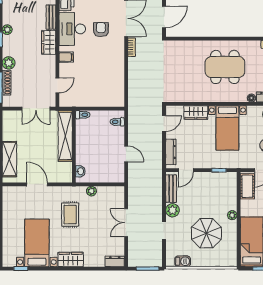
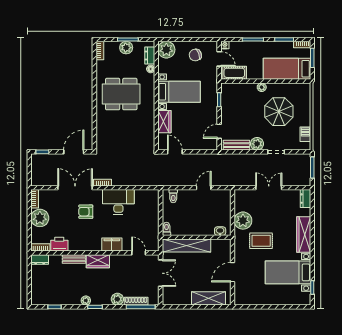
door: (164, 17) -> (74, 152), hinge flipped
desk: (72, 29) -> (118, 202), moved, turned 180
filing cabinet: (66, 57) -> (112, 245), width x2.00
dining table: (225, 67) -> (121, 94), turned 90
dresser: (171, 152) -> (202, 145), removed
door: (186, 170) -> (219, 131), swing flipped
plant: (91, 191) -> (243, 221), width x1.87, depth x1.87
double door: (126, 223) -> (269, 188), swing flipped
wardrobe: (71, 259) -> (304, 234), width x1.50

